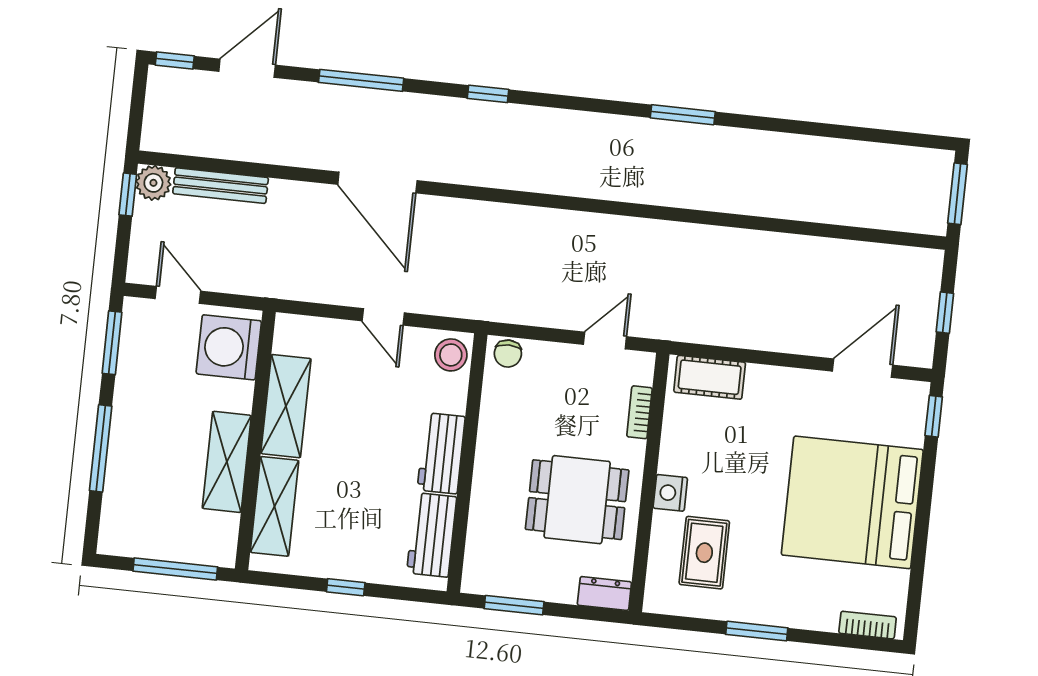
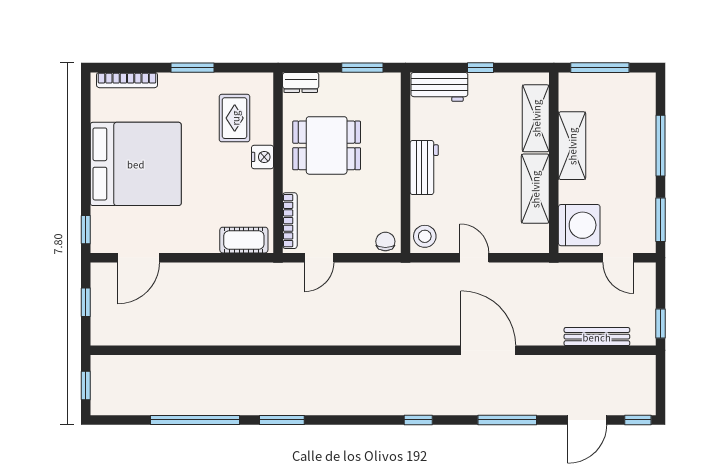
window: (807, 128) -> (195, 420), added
plant: (153, 183) -> (644, 334), removed
window: (957, 194) -> (86, 385), width x0.67
bookcase: (639, 412) -> (290, 221), width x1.56
workbench: (432, 535) -> (439, 87), moved, turned 90
bookcase: (868, 625) -> (127, 80), width x1.56

